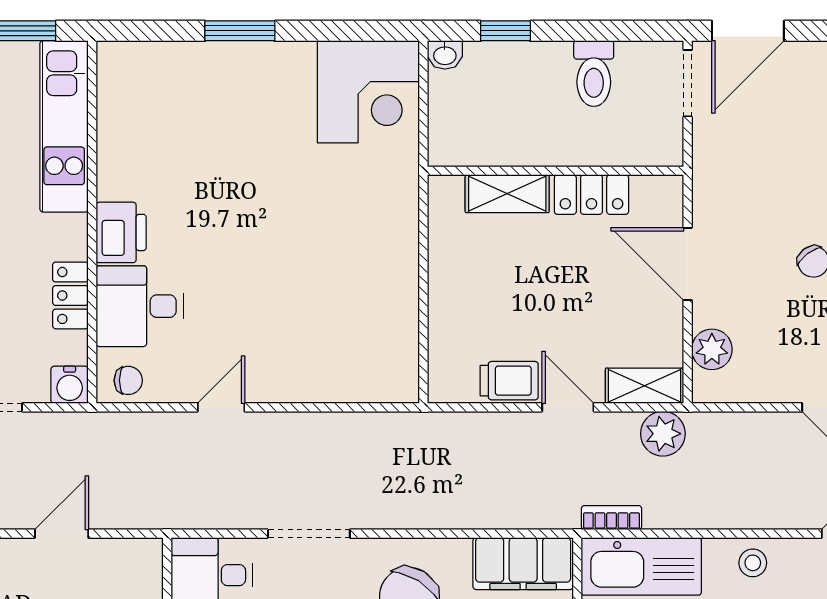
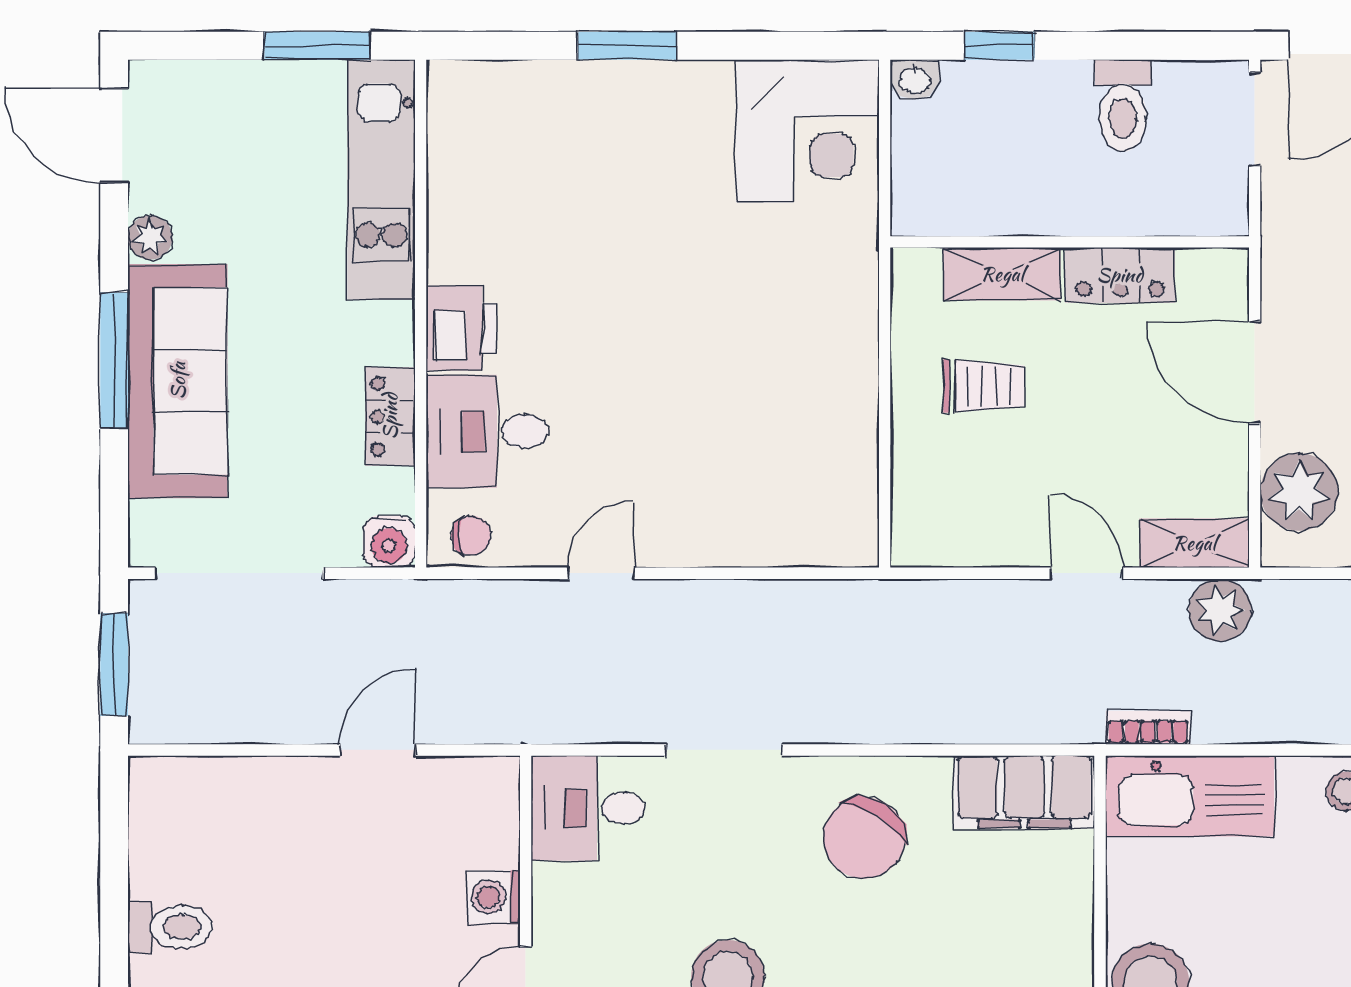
plant: (712, 349) -> (1299, 492), width x1.36, depth x1.36
trolley: (509, 381) -> (984, 386), moved

